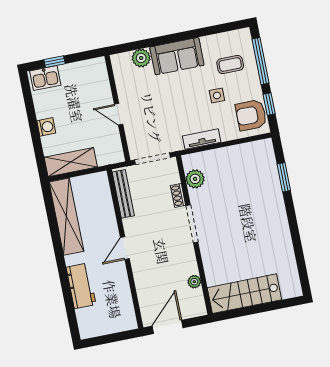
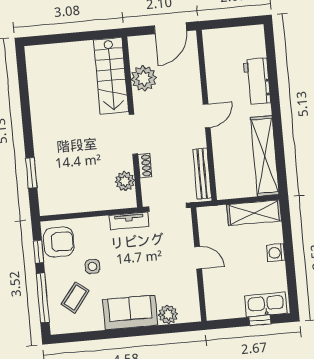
coffee table: (230, 65) -> (75, 298), turned -52
kitchen sink: (45, 78) -> (266, 305), width x1.38
tv unit: (202, 139) -> (129, 221), moved
plant: (194, 282) -> (144, 78), width x1.88, depth x1.88
stairs: (244, 294) -> (111, 76), moved, turned 90

